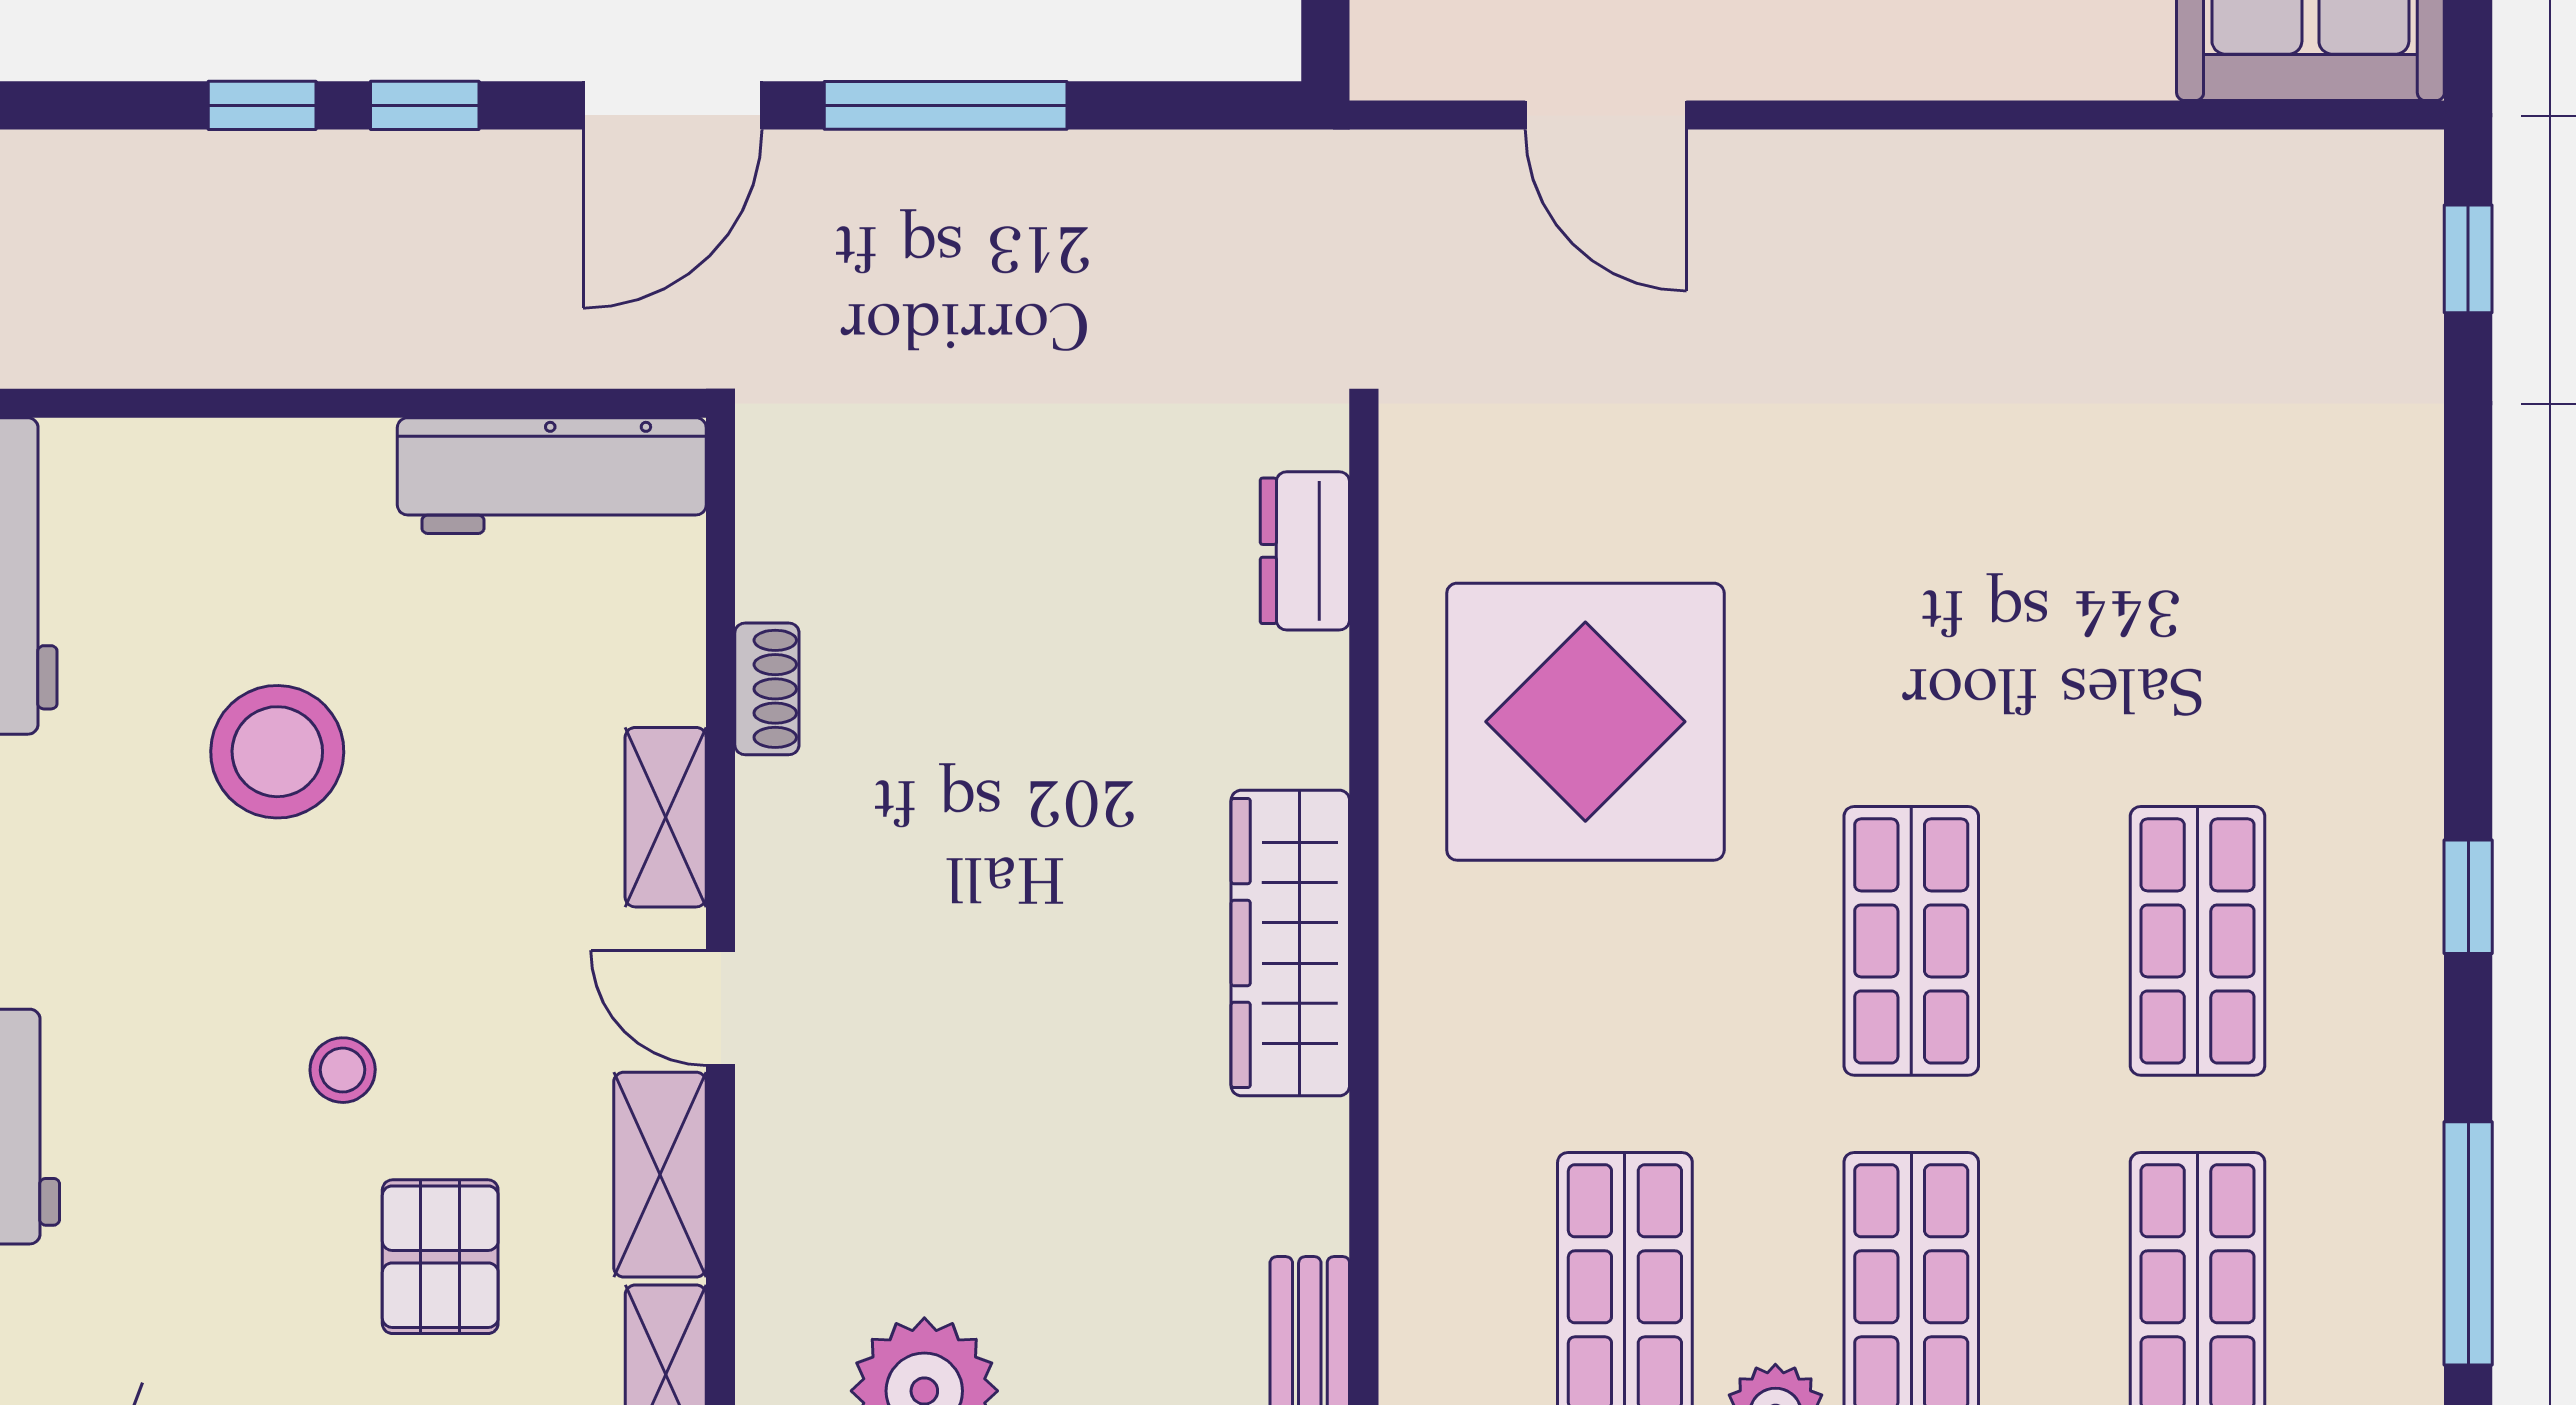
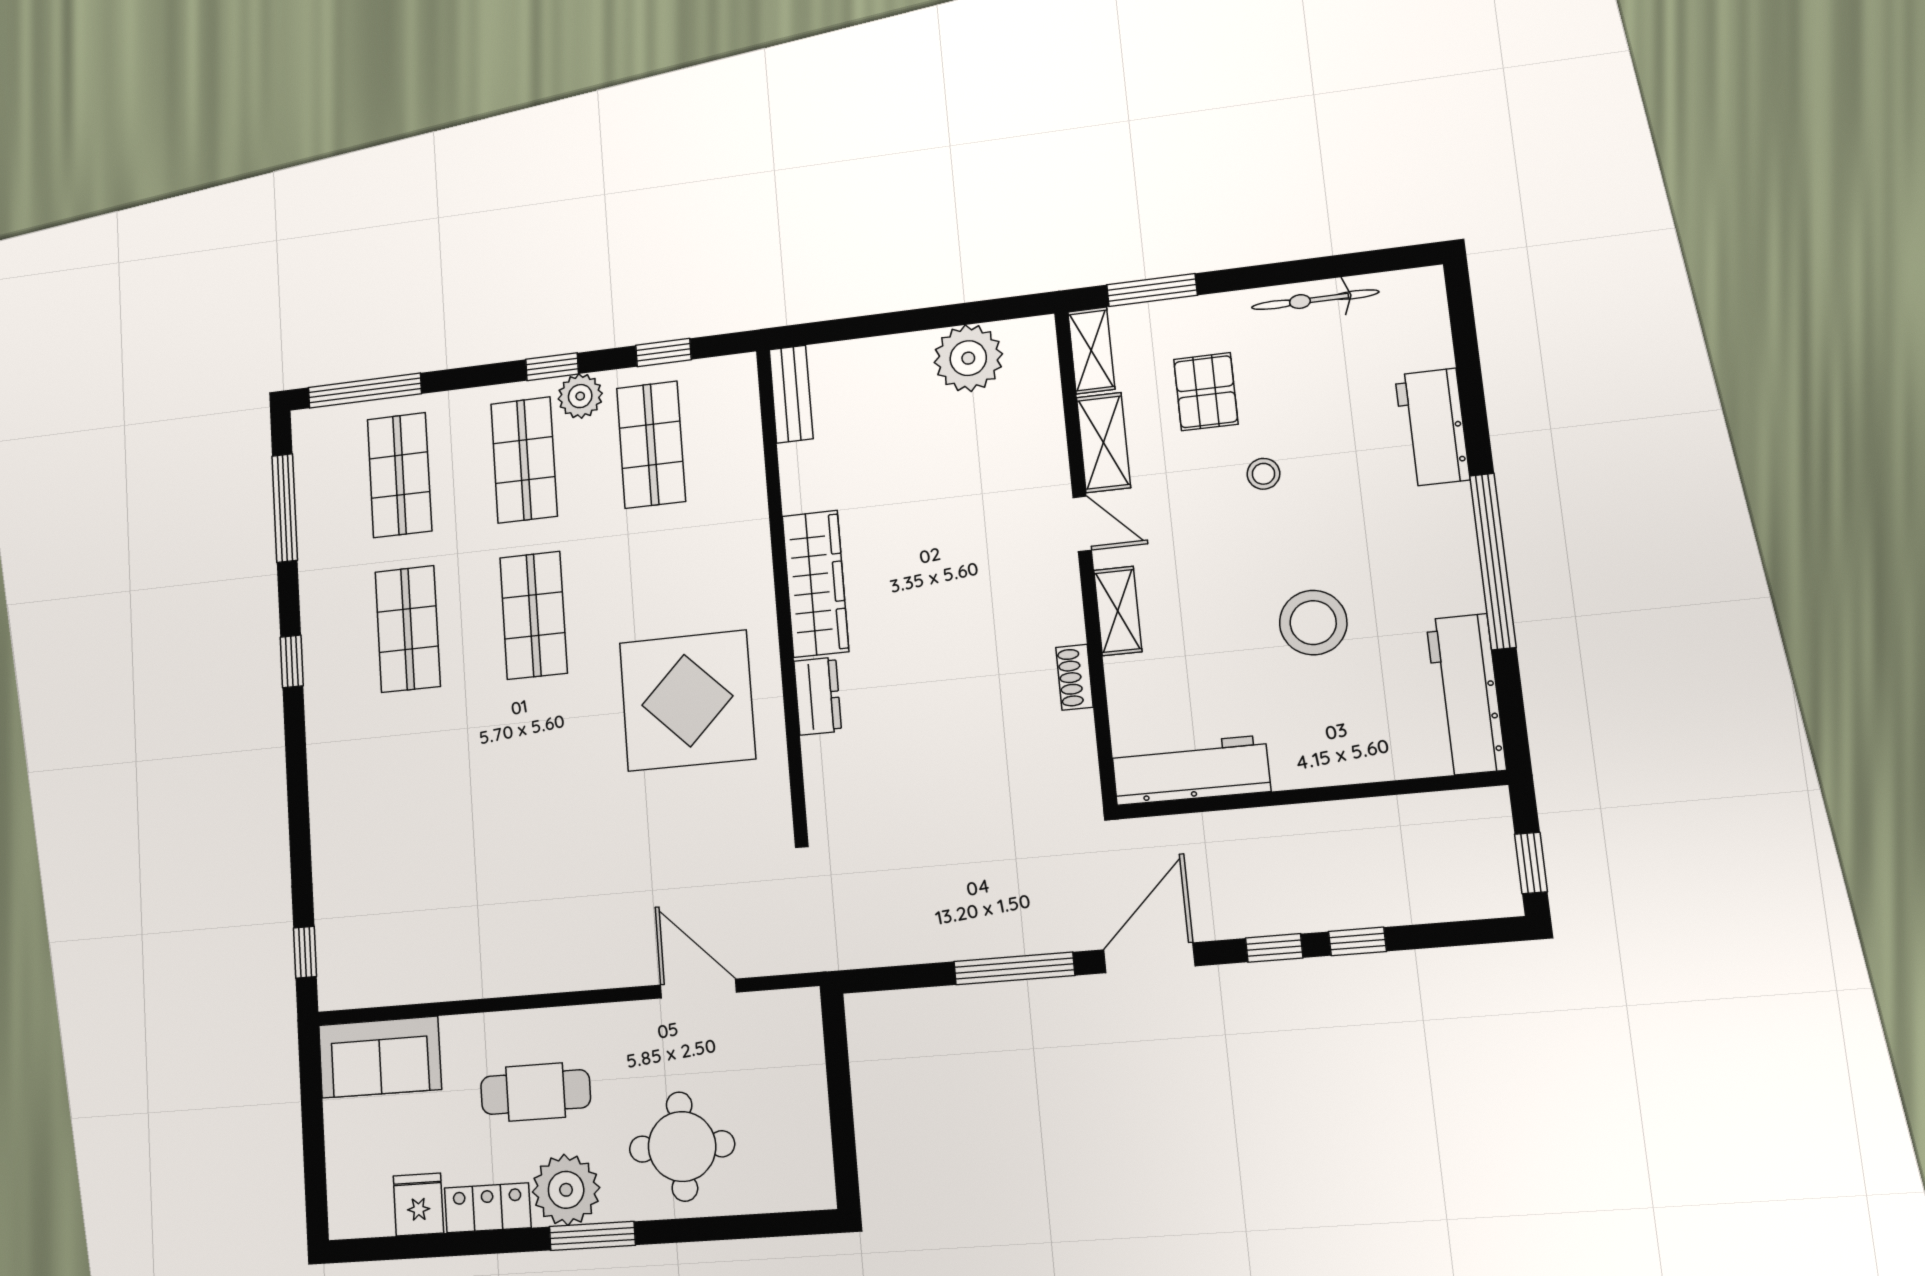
dresser: (1305, 551) -> (818, 696), moved

